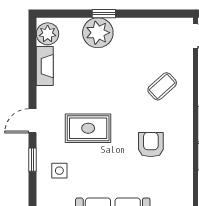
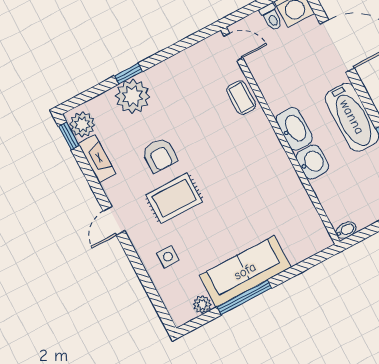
coffee table: (162, 86) -> (241, 98), moved, turned -48
armchair: (151, 145) -> (159, 155), moved, turned 180
window: (33, 160) -> (69, 136), moved

